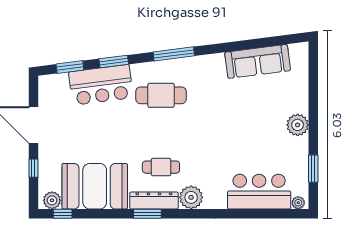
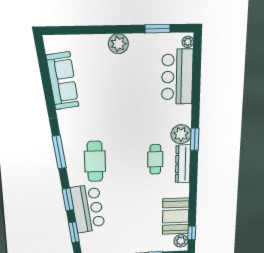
booth: (95, 186) -> (176, 216), width x0.73, depth x0.70
window: (147, 214) -> (195, 139), moved

